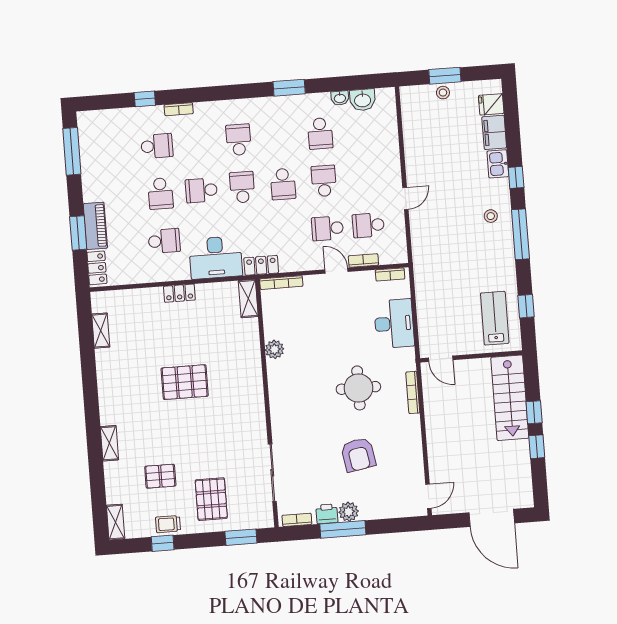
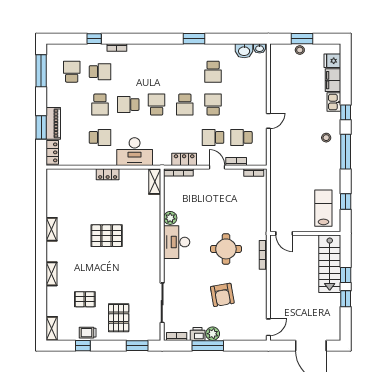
washbasin: (340, 98) -> (260, 48), moved
school desk: (239, 140) -> (72, 72), moved
locker: (261, 265) -> (184, 159), moved
desk: (394, 324) -> (177, 242), moved, turned 180
shelving: (101, 331) -> (52, 229), moved

